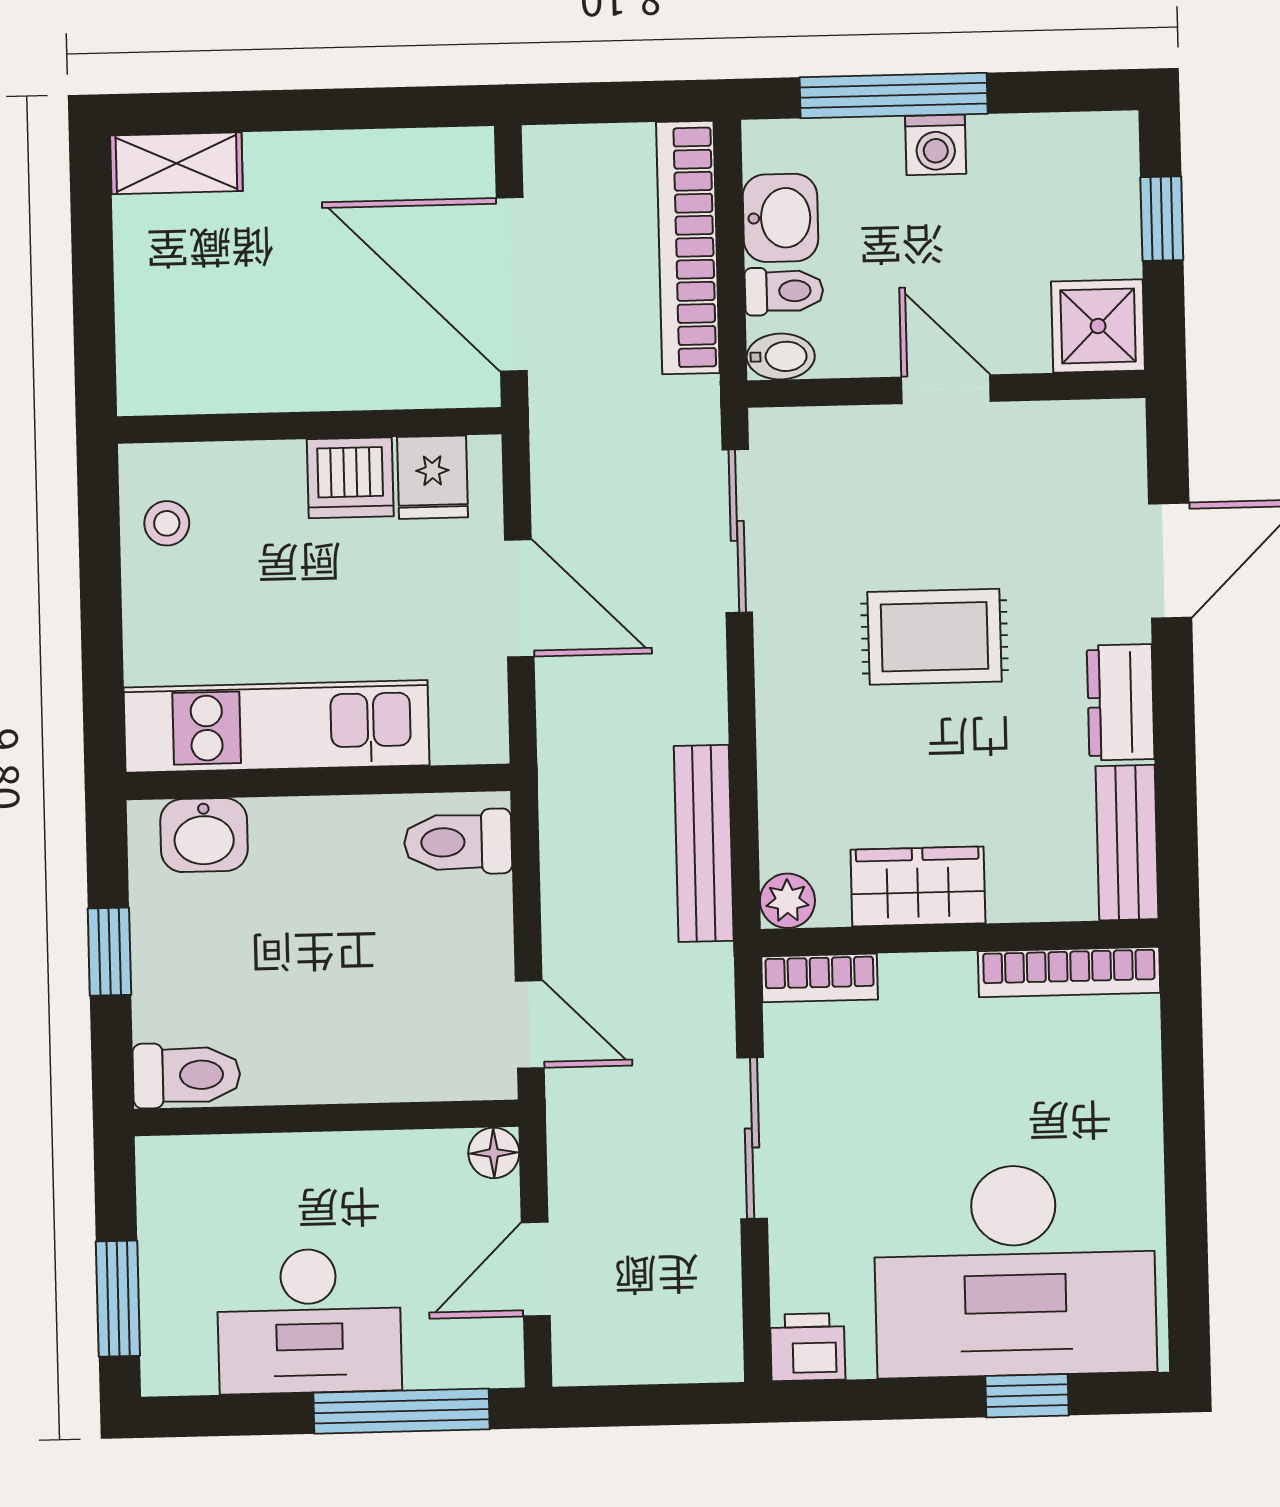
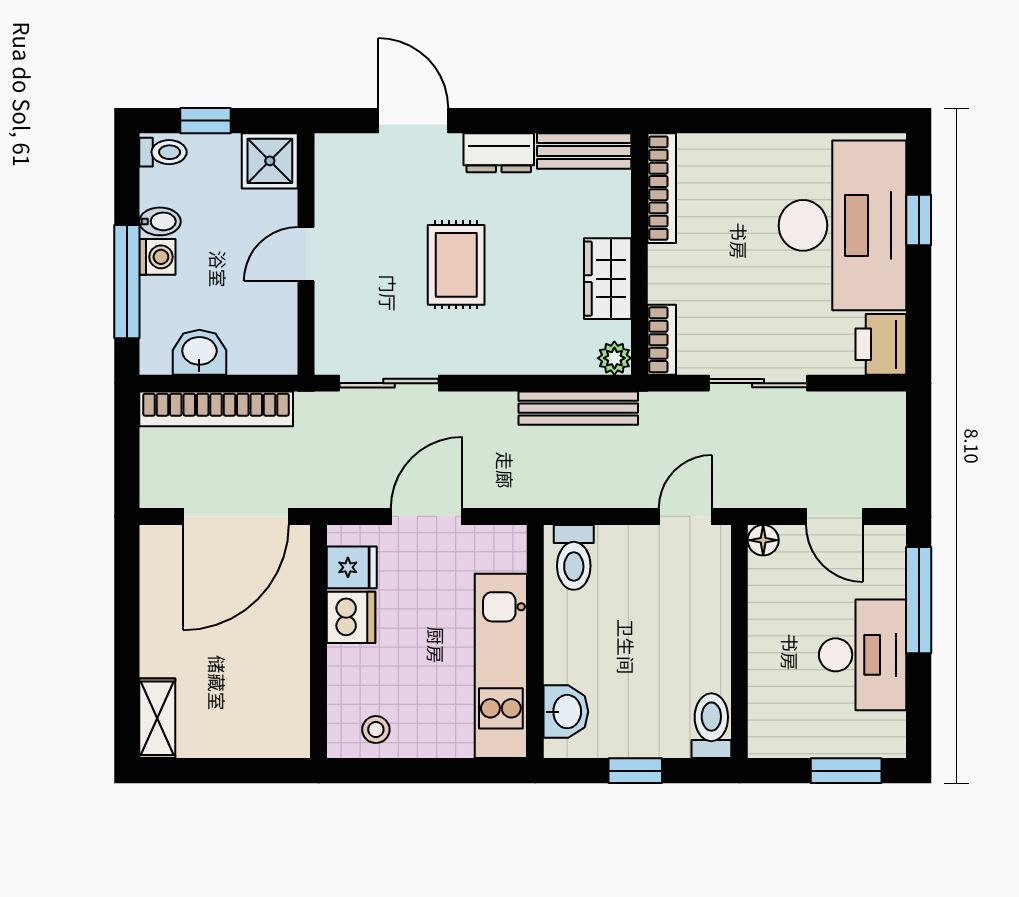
toilet: (784, 291) -> (163, 152), moved, turned 90
bidet: (781, 356) -> (160, 221), moved, turned 90
printer: (808, 1347) -> (881, 344), width x1.36, depth x1.24

